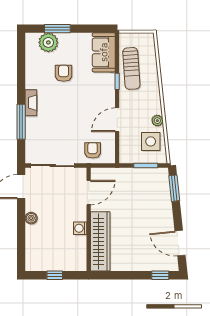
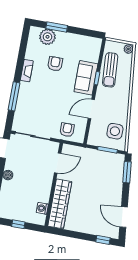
sofa: (104, 52) -> (86, 78), moved
fireplace: (31, 103) -> (27, 71), moved
plant: (157, 121) -> (128, 49), moved
washing machine: (80, 228) -> (42, 208), moved

